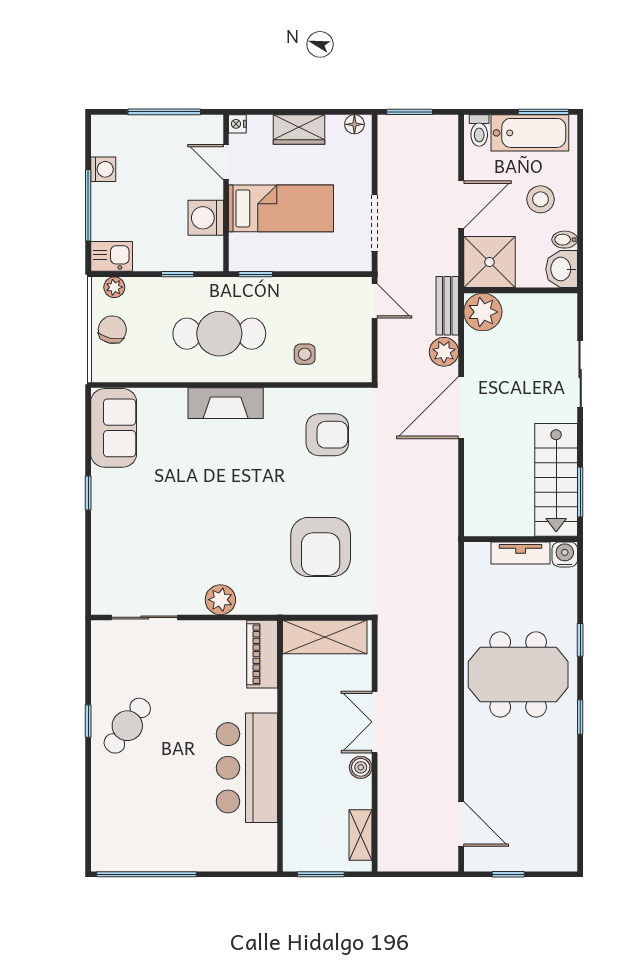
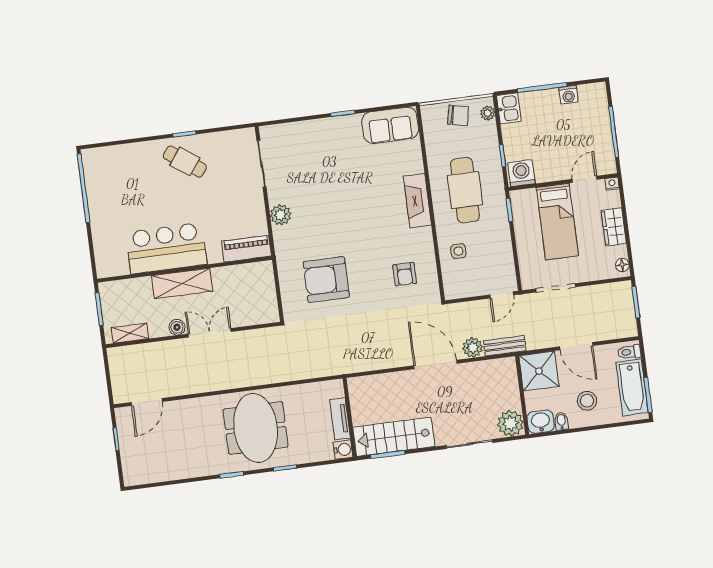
washing machine: (206, 218) -> (521, 173), moved
plant: (483, 312) -> (511, 423), moved
armchair: (327, 435) -> (405, 274), width x0.72, depth x0.72
shelving: (325, 637) -> (182, 283), moved, turned 90

